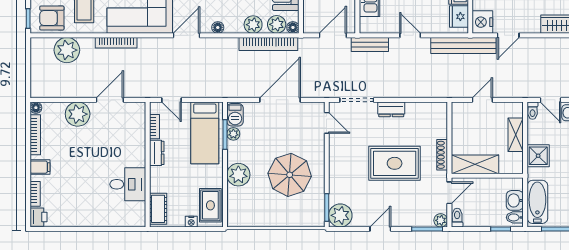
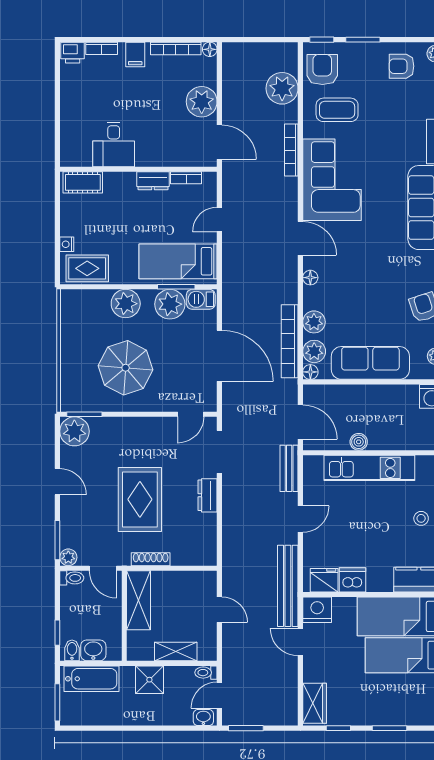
bookcase: (154, 127) -> (186, 178), moved
plant: (233, 134) -> (170, 304), width x1.88, depth x1.88
dresser: (157, 153) -> (153, 181), moved
wall: (148, 165) -> (138, 169), moved
desk: (128, 184) -> (114, 144), moved
cot: (158, 209) -> (83, 182), moved

